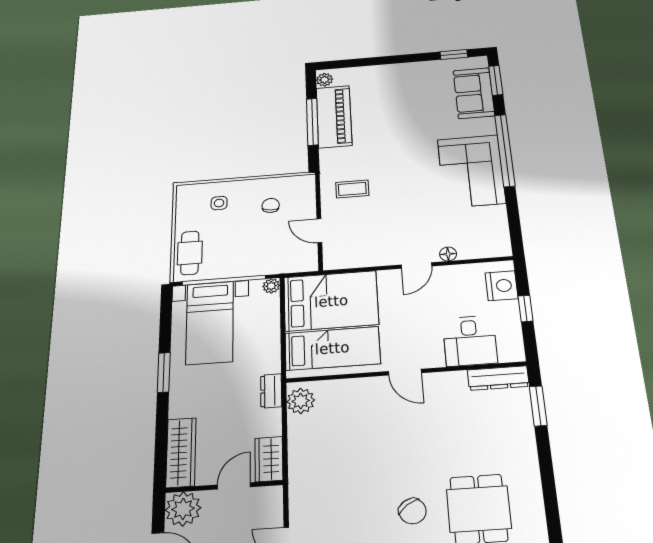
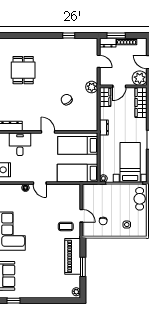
piano: (334, 116) -> (73, 256), moved
window: (312, 122) -> (83, 267), width x0.69
door: (319, 231) -> (81, 216), moved
door: (416, 265) -> (40, 183), swing flipped
bed: (331, 301) -> (78, 173), width x0.67
plant: (301, 401) -> (92, 87), moved
chair: (413, 511) -> (67, 100), moved

